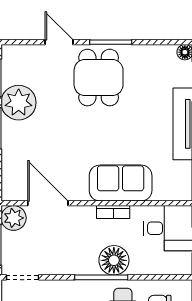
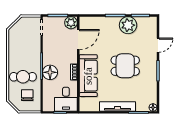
dining table: (99, 78) -> (125, 66), moved
sofa: (121, 183) -> (88, 76), width x1.36

